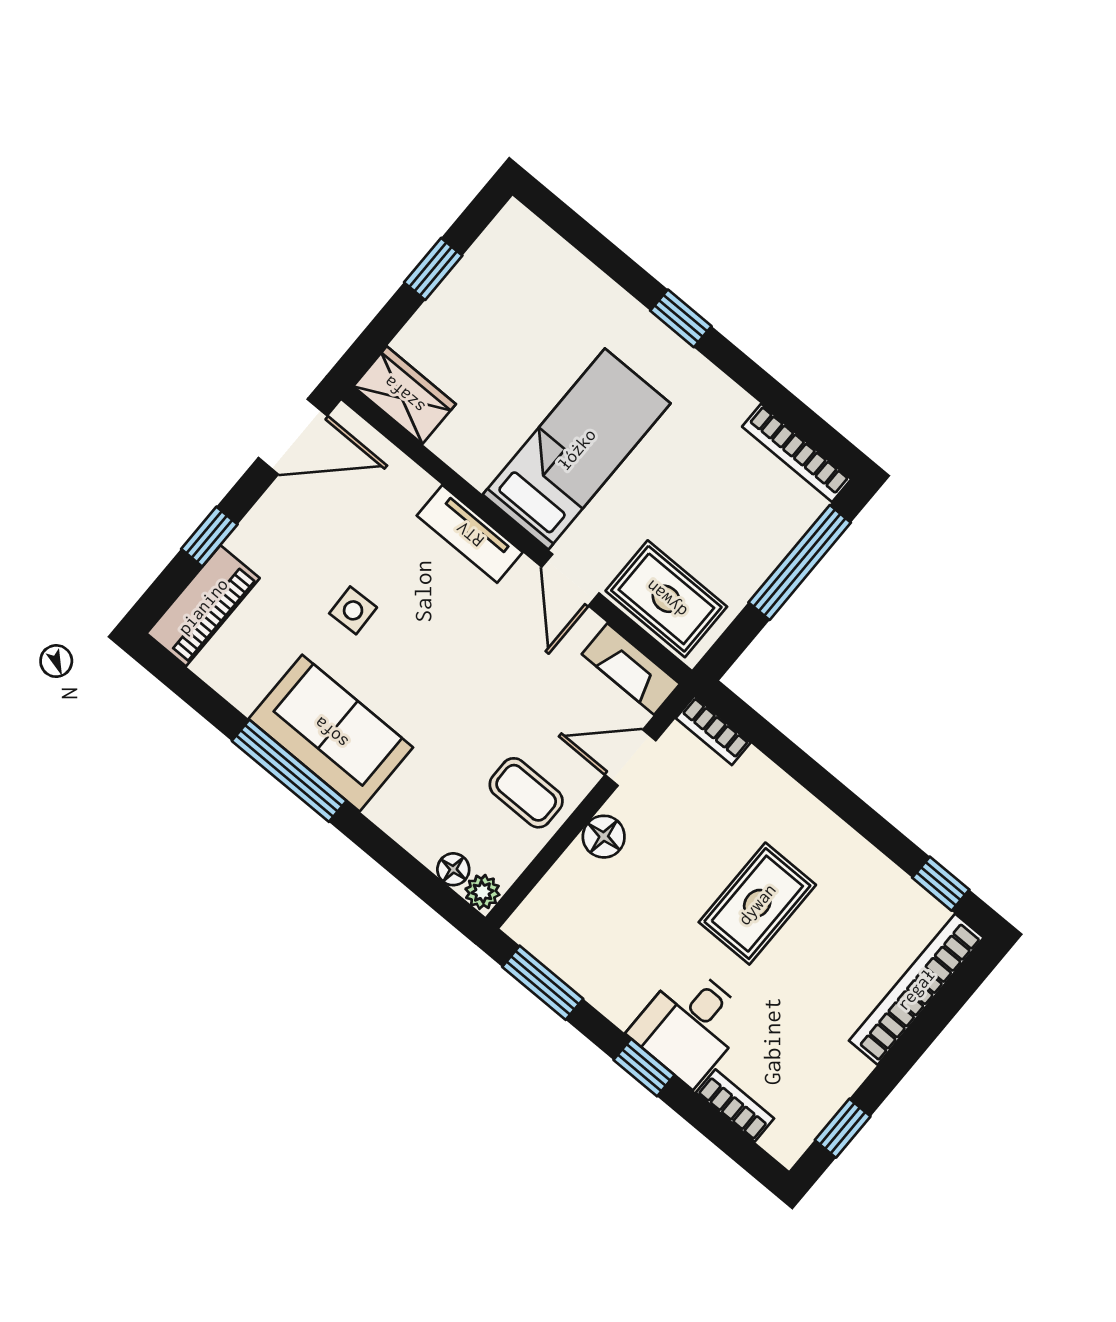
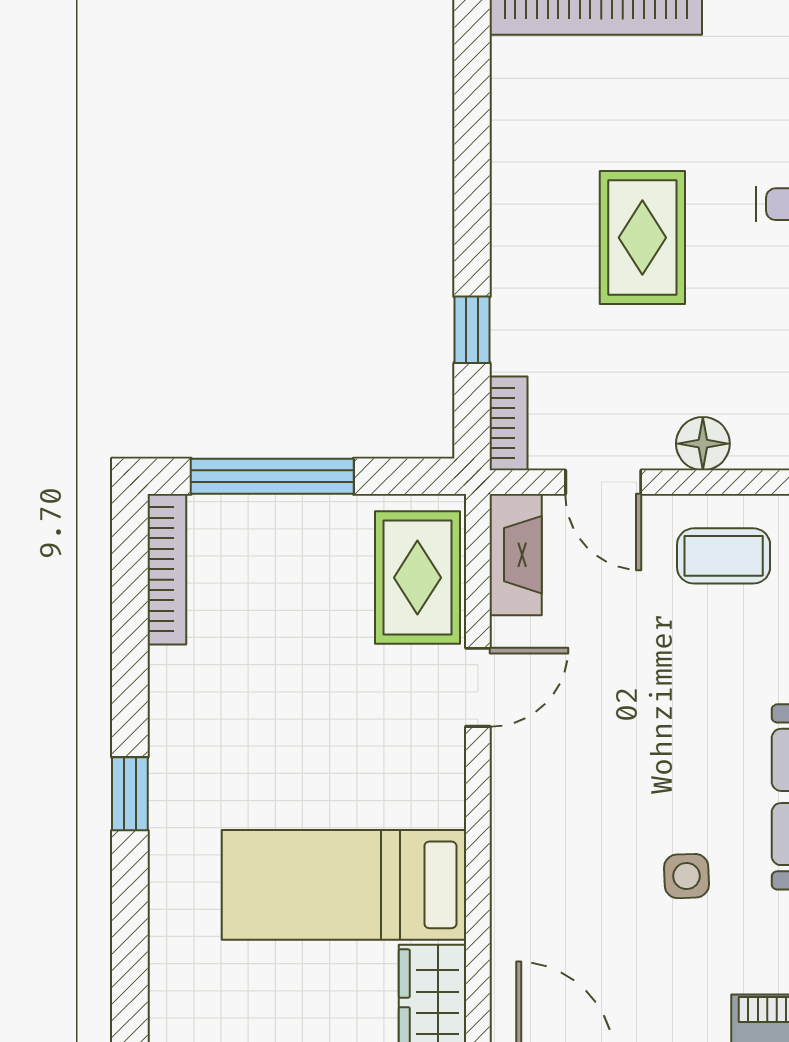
bed: (577, 449) -> (344, 885), moved
tv unit: (470, 534) -> (515, 824), removed
coffee table: (526, 793) -> (724, 556), turned 90
window: (941, 884) -> (472, 330), moved
rug: (757, 904) -> (642, 238), turned 90

